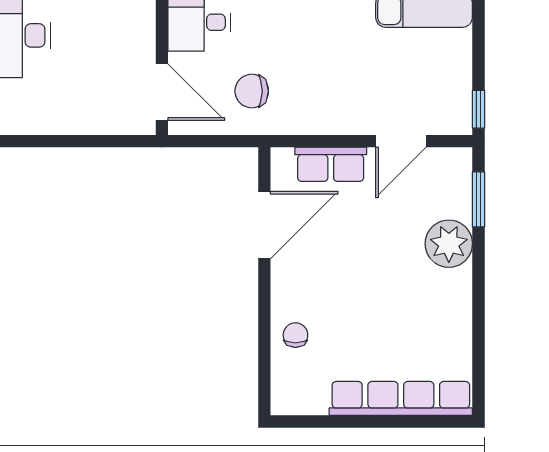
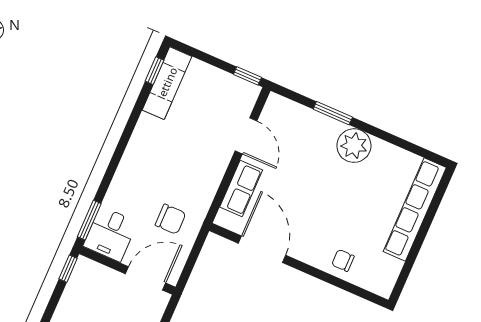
chair: (252, 91) -> (170, 219), turned -90
window: (478, 199) -> (333, 113), moved
plant: (449, 244) -> (354, 146), moved

